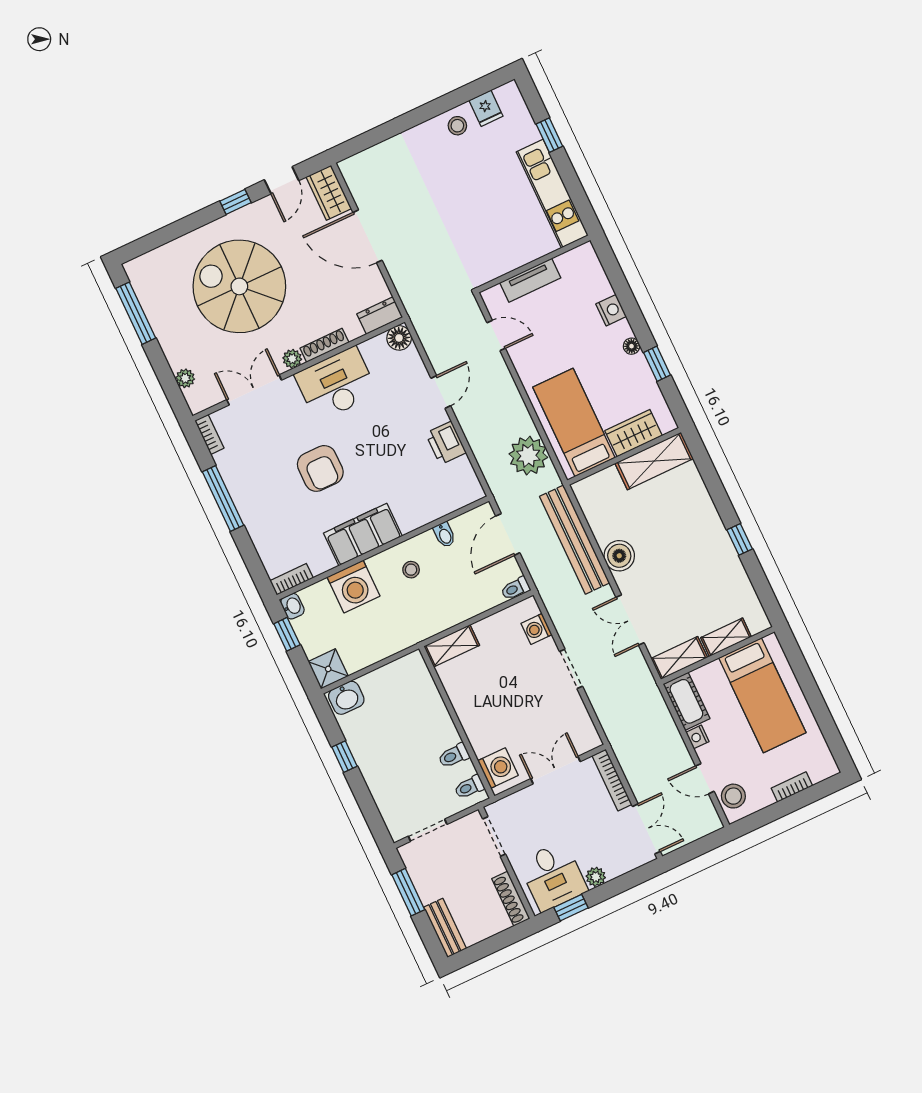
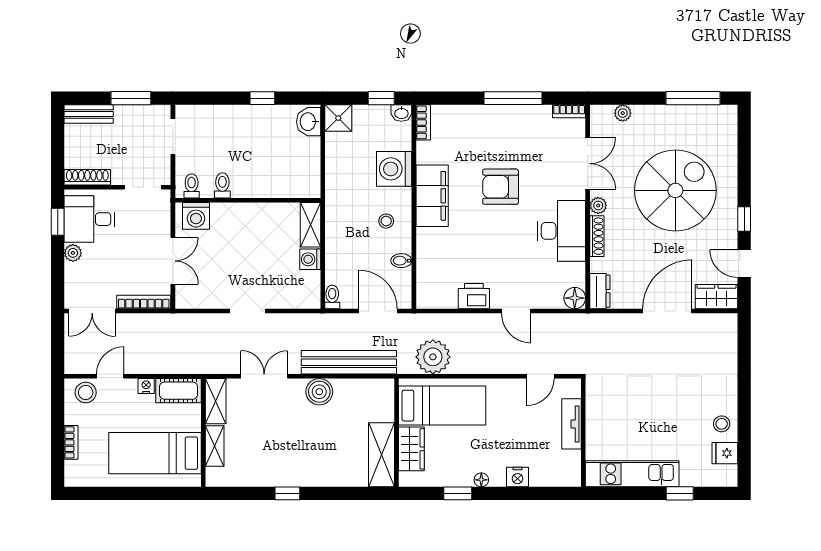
washing machine: (536, 629) -> (310, 259), moved, turned -90

